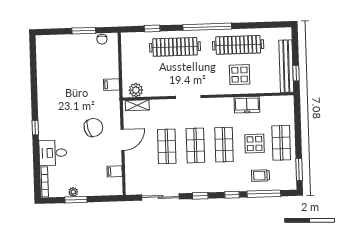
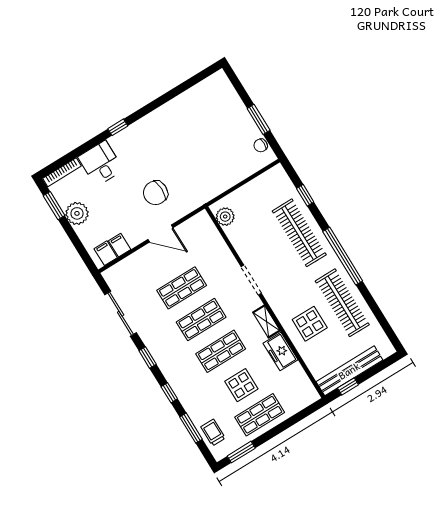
filing cabinet: (111, 85) -> (106, 253), moved
shelving: (137, 105) -> (266, 322), moved
chair: (93, 127) -> (156, 193), turned 105
trolley: (261, 176) -> (213, 432), moved
plant: (73, 192) -> (77, 213), width x1.88, depth x1.88
window: (264, 194) -> (191, 428), width x0.69
window: (76, 200) -> (54, 206), moved

